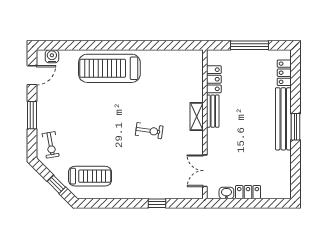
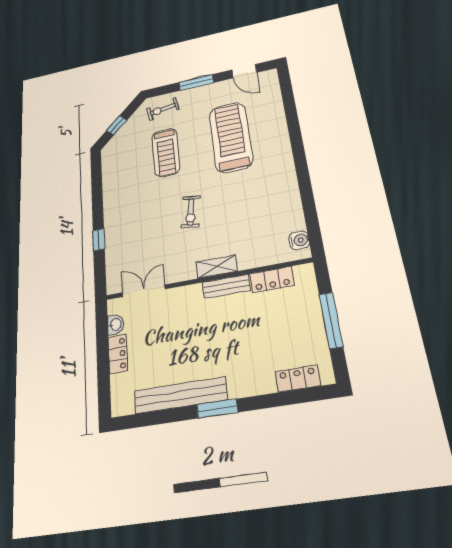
water cooler: (52, 56) -> (299, 240), moved
treadmill: (109, 68) -> (231, 137), moved
bench: (283, 119) -> (180, 395), moved
treadmill: (90, 176) -> (166, 152), moved

